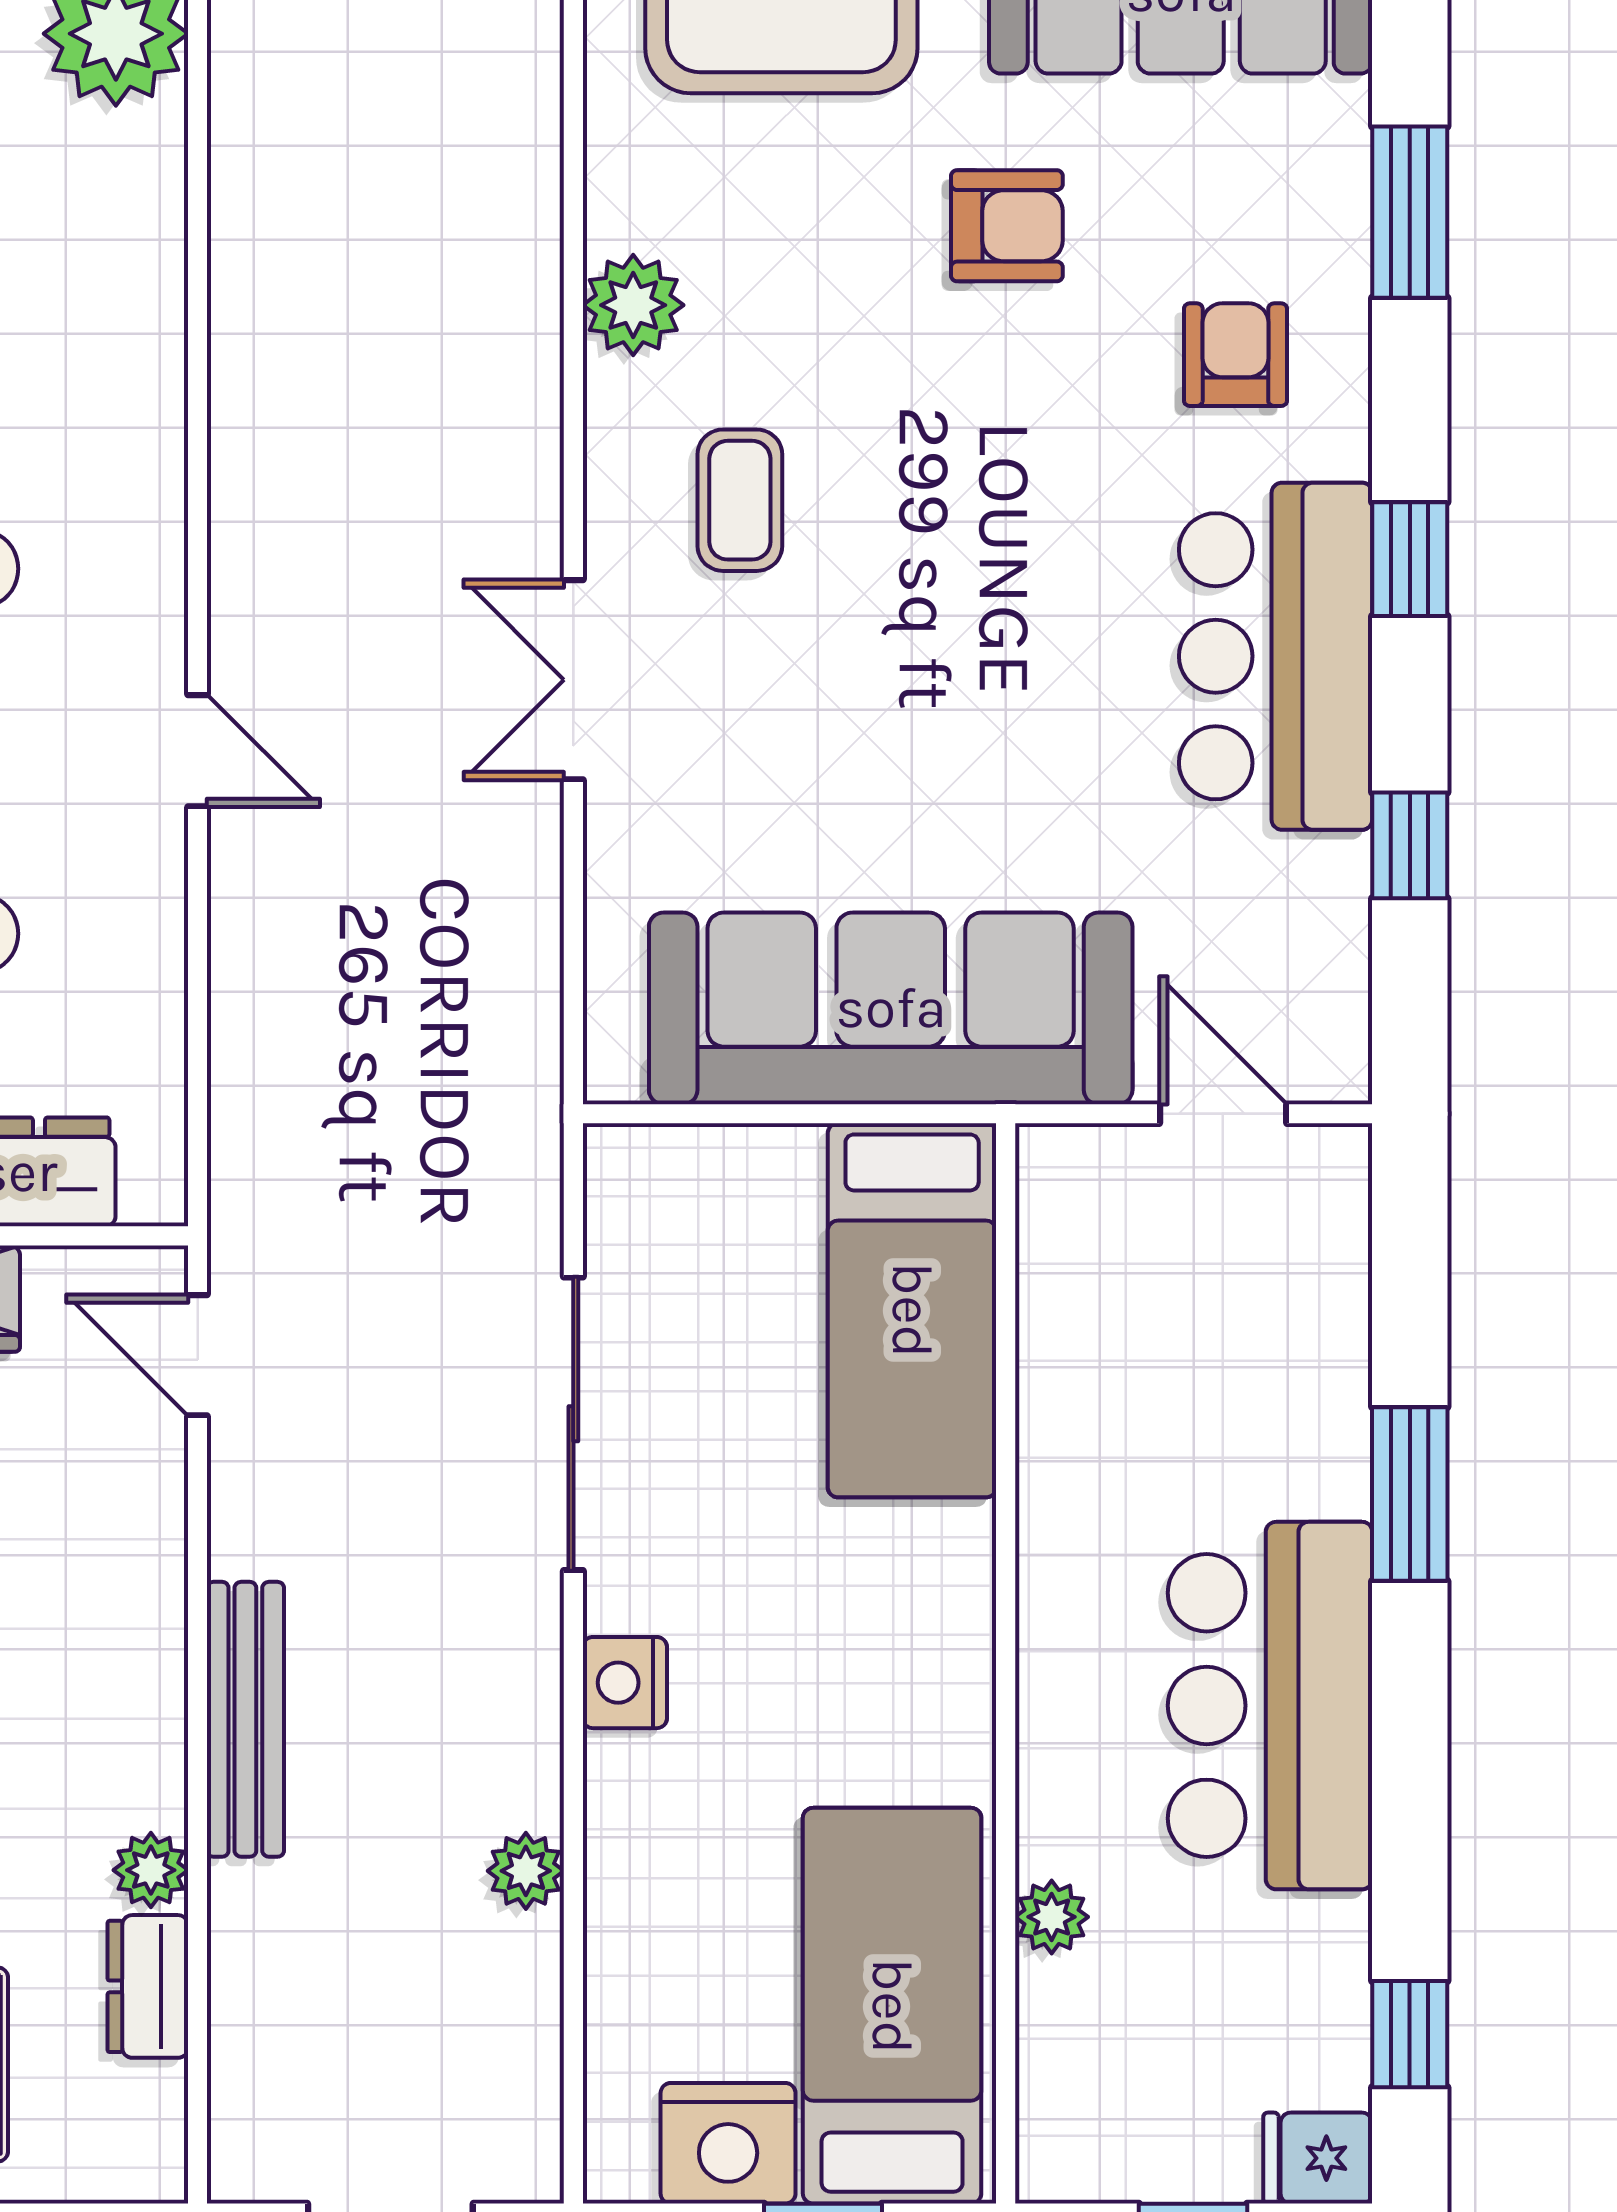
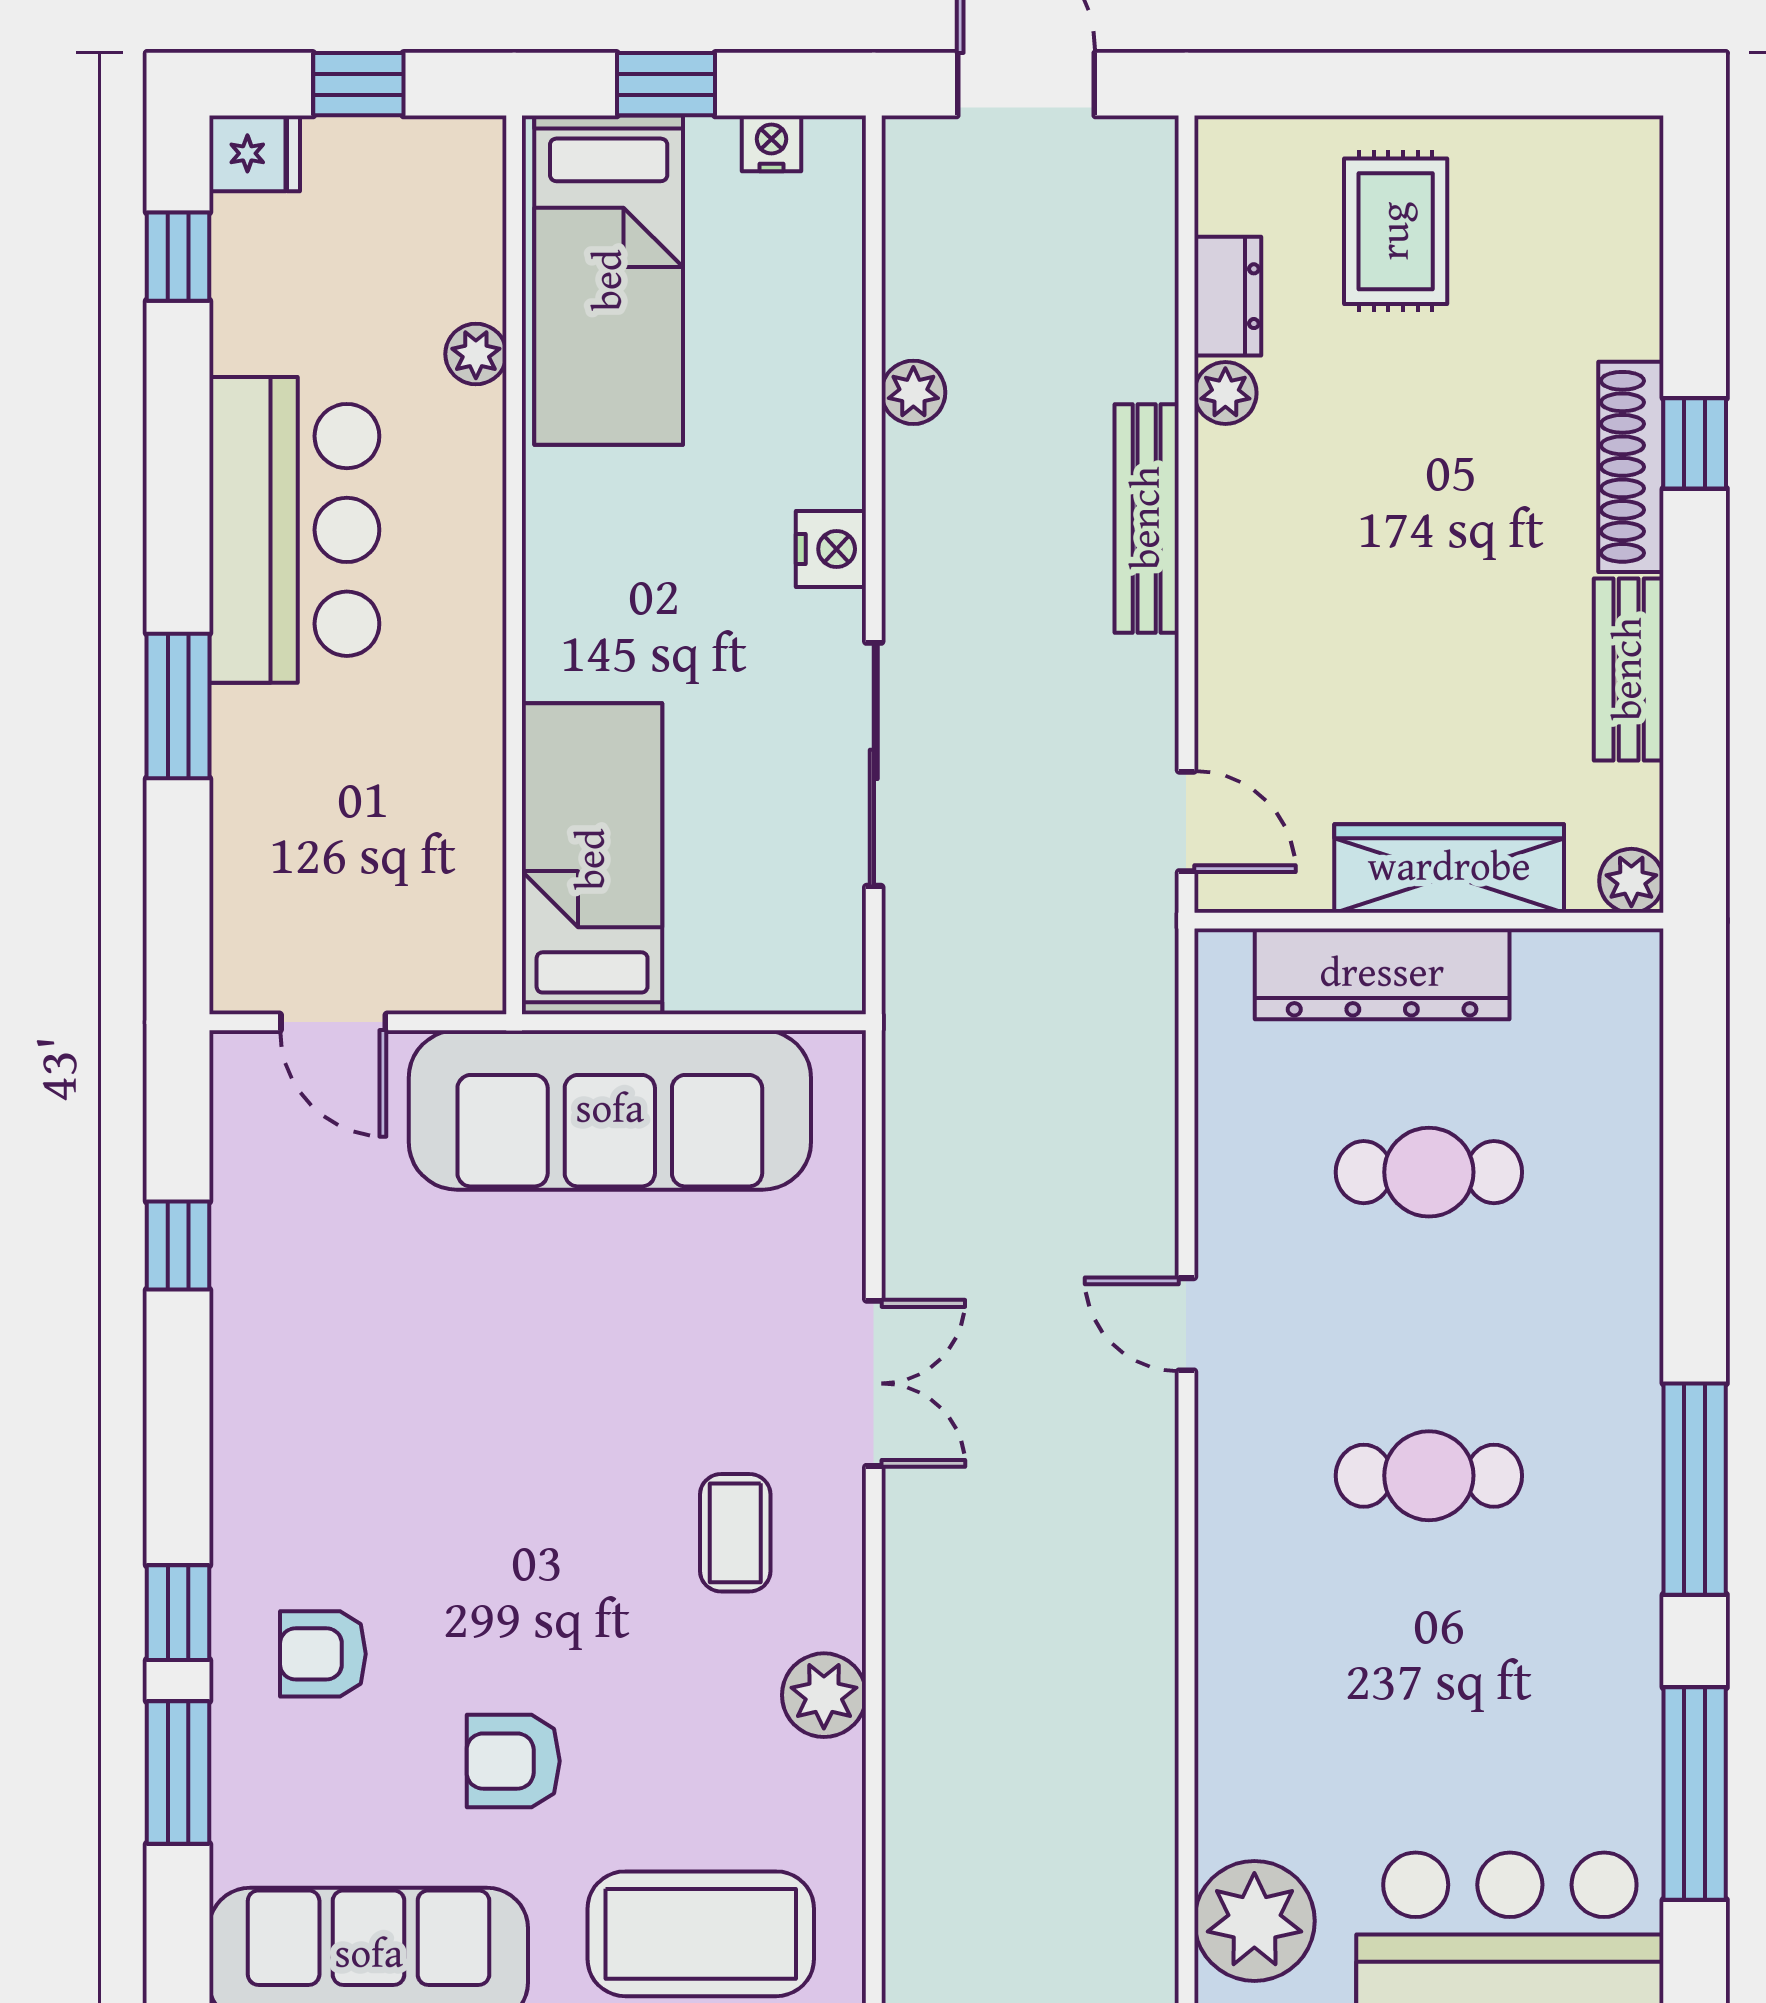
armchair: (1235, 355) -> (323, 1654), turned 90
window: (1410, 559) -> (178, 1613), moved
bar counter: (1276, 656) -> (290, 1403), removed
nightstand: (728, 2143) -> (771, 143), width x0.53, depth x0.56

